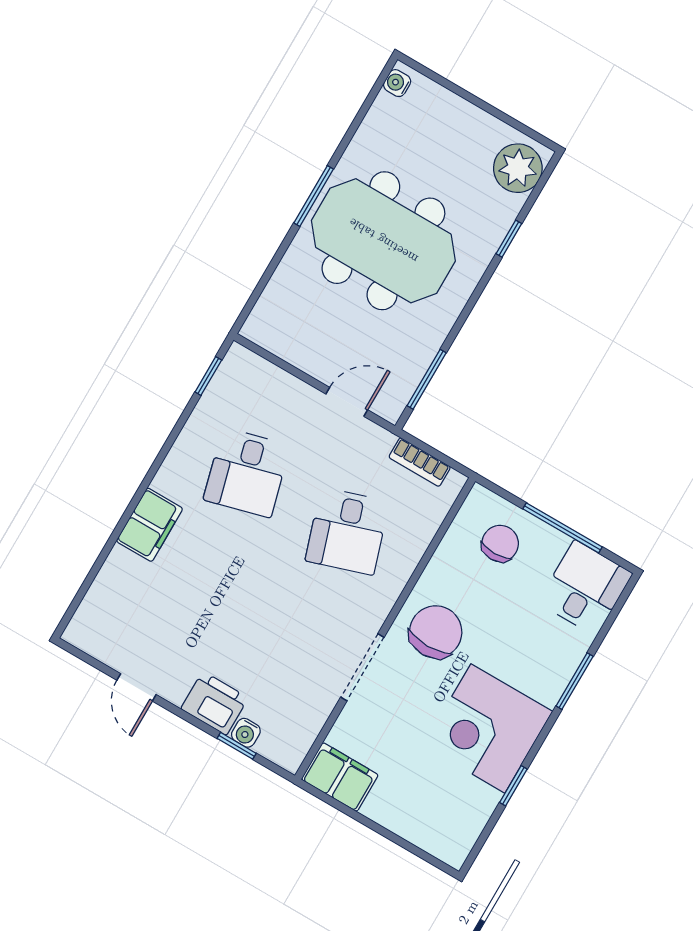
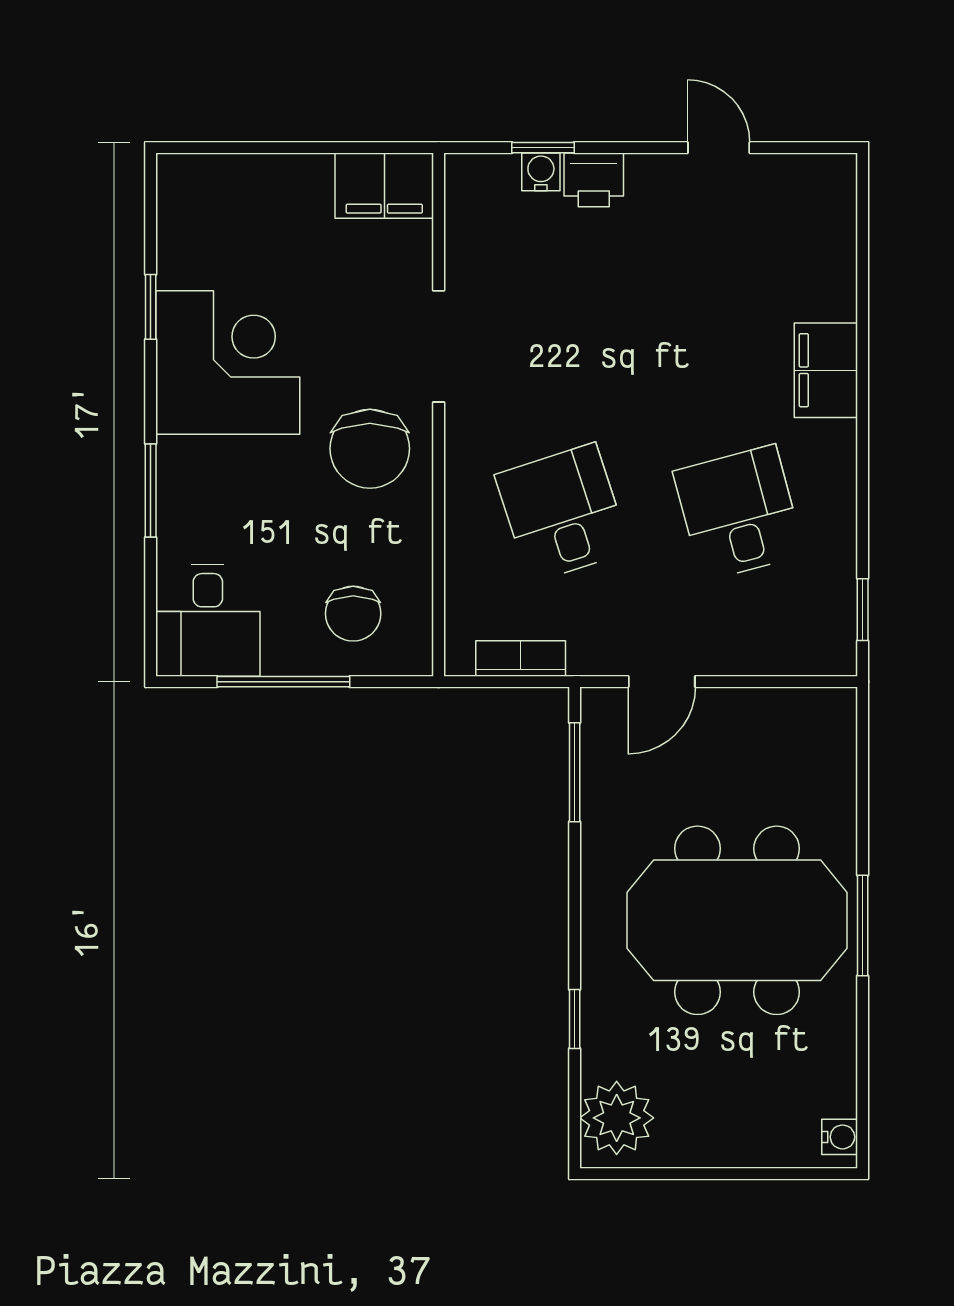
printer: (214, 703) -> (594, 180), width x0.73, depth x0.81

